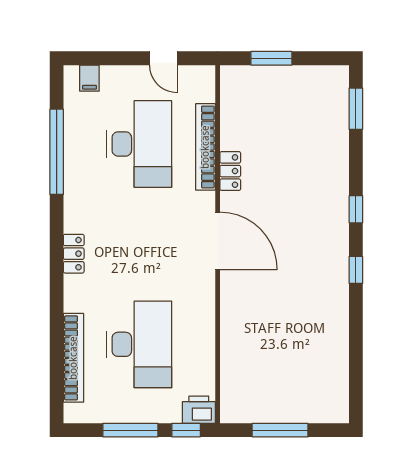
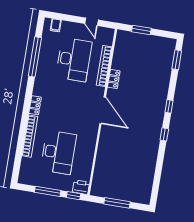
bookcase: (73, 358) -> (30, 136), moved

